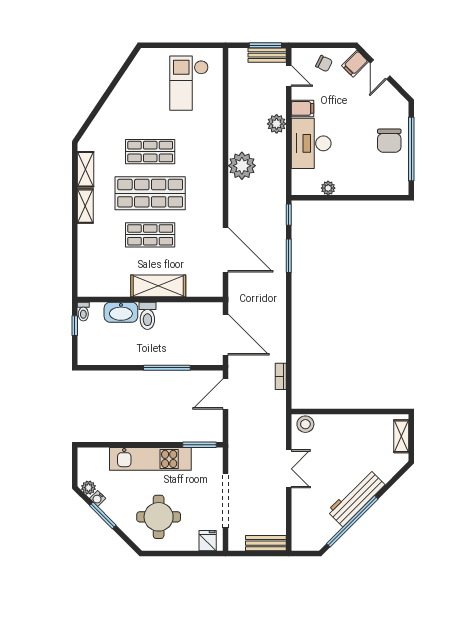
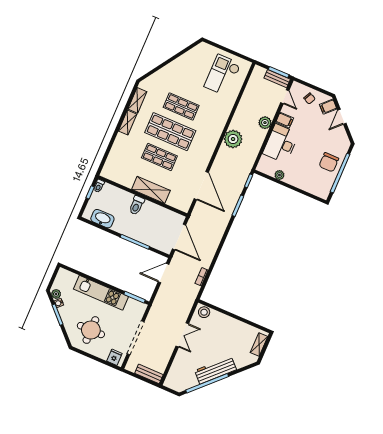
washbasin: (121, 312) -> (102, 219), moved, turned 180

